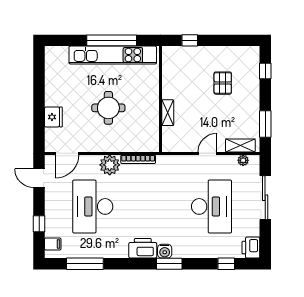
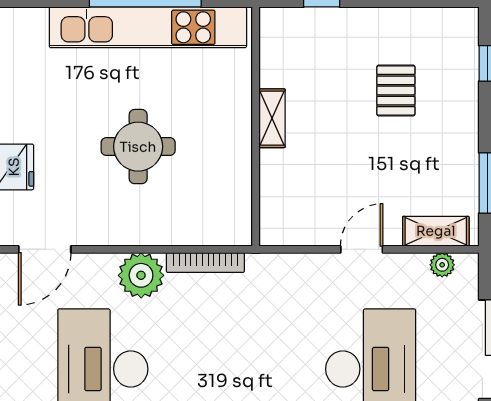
shelving: (168, 113) -> (272, 118), moved

